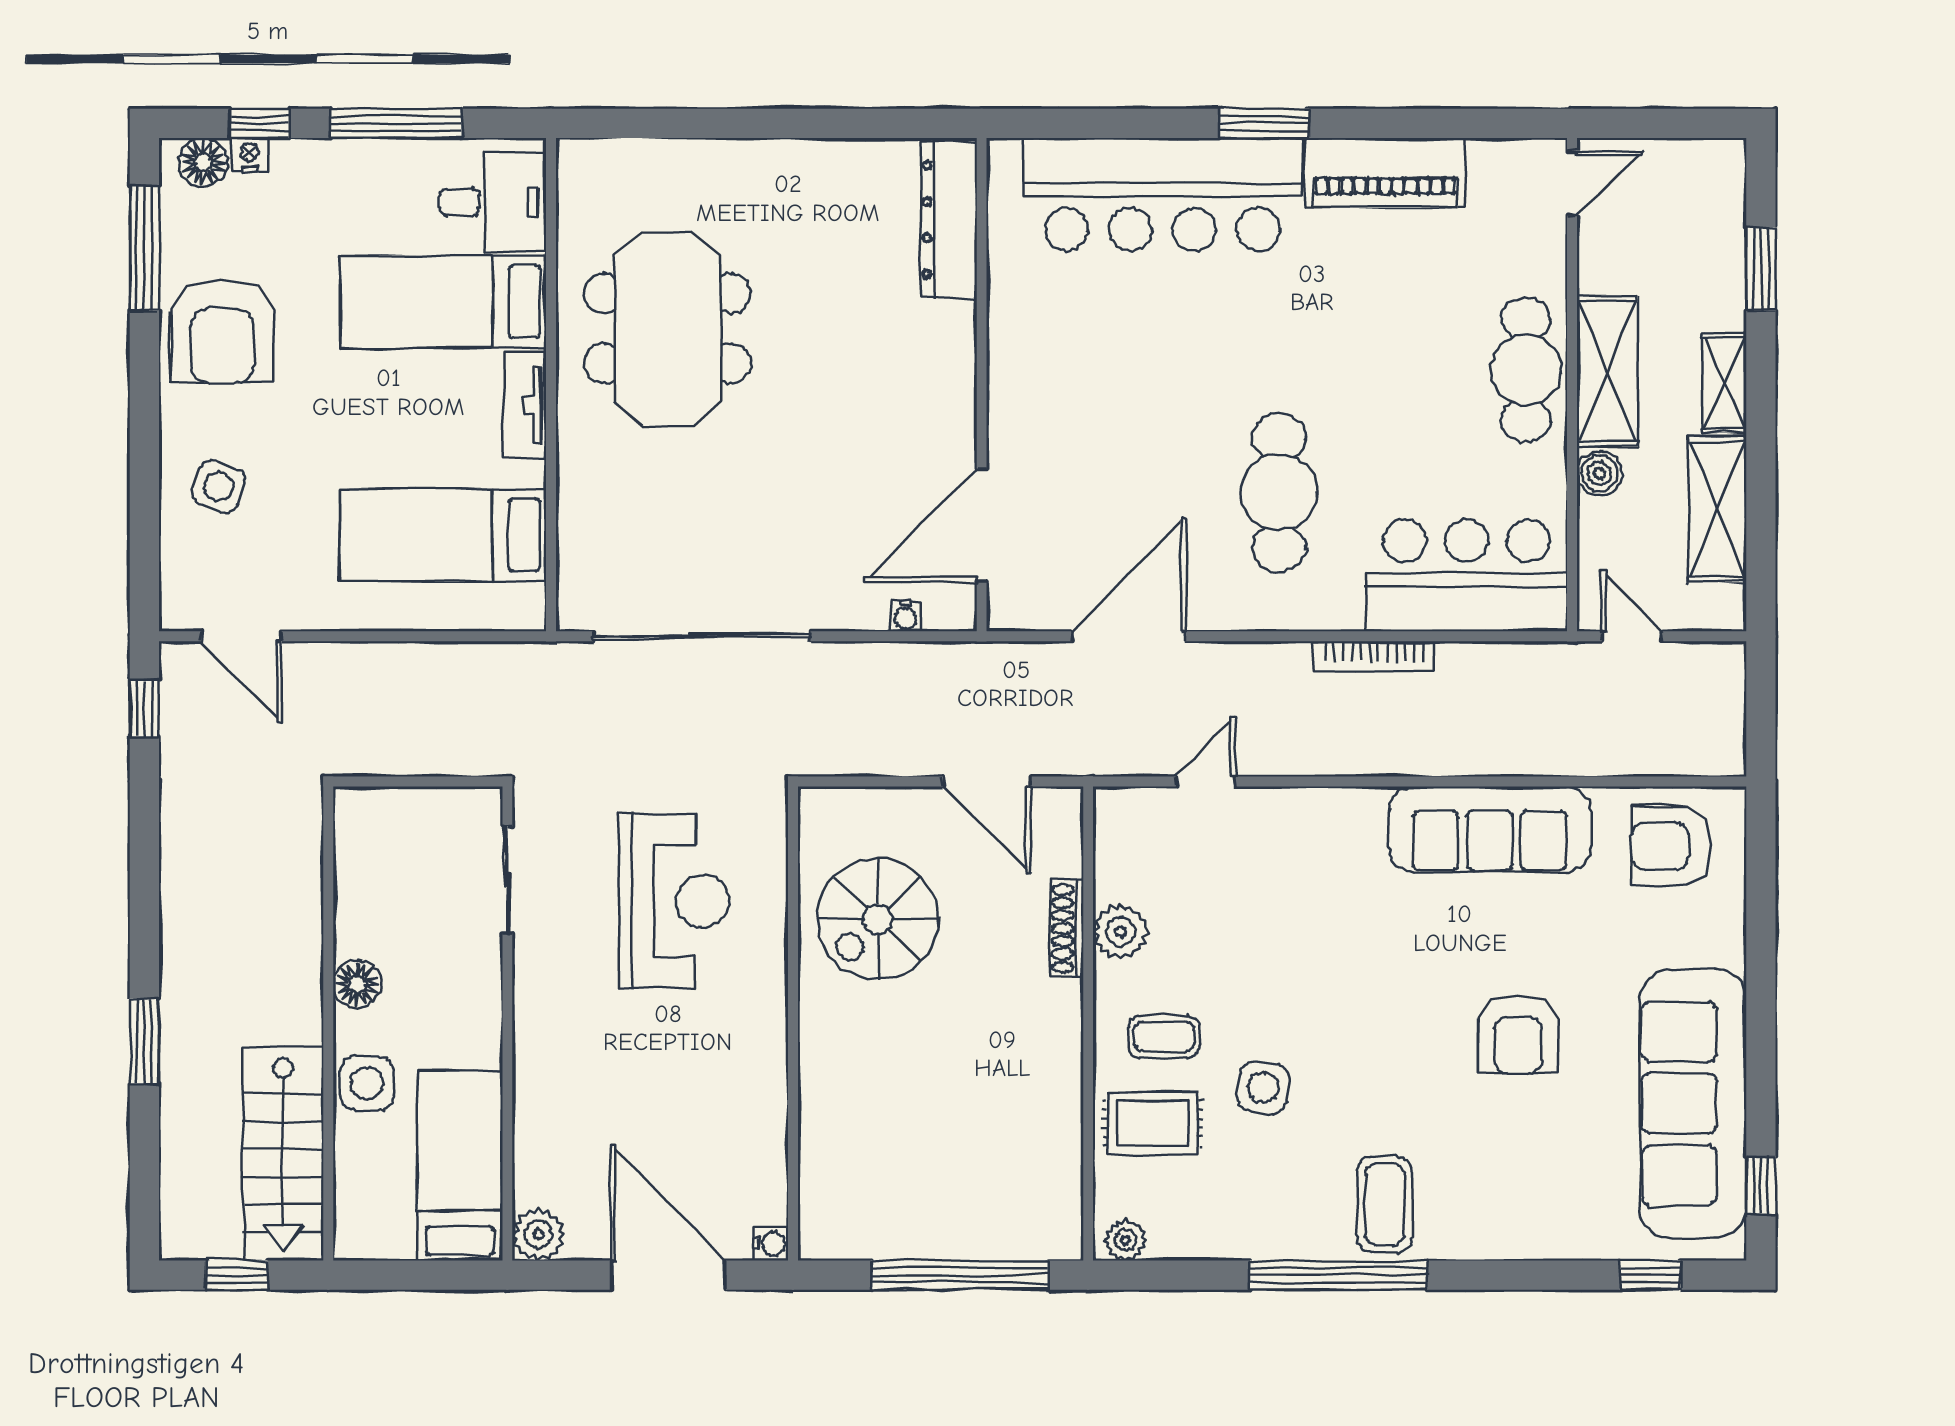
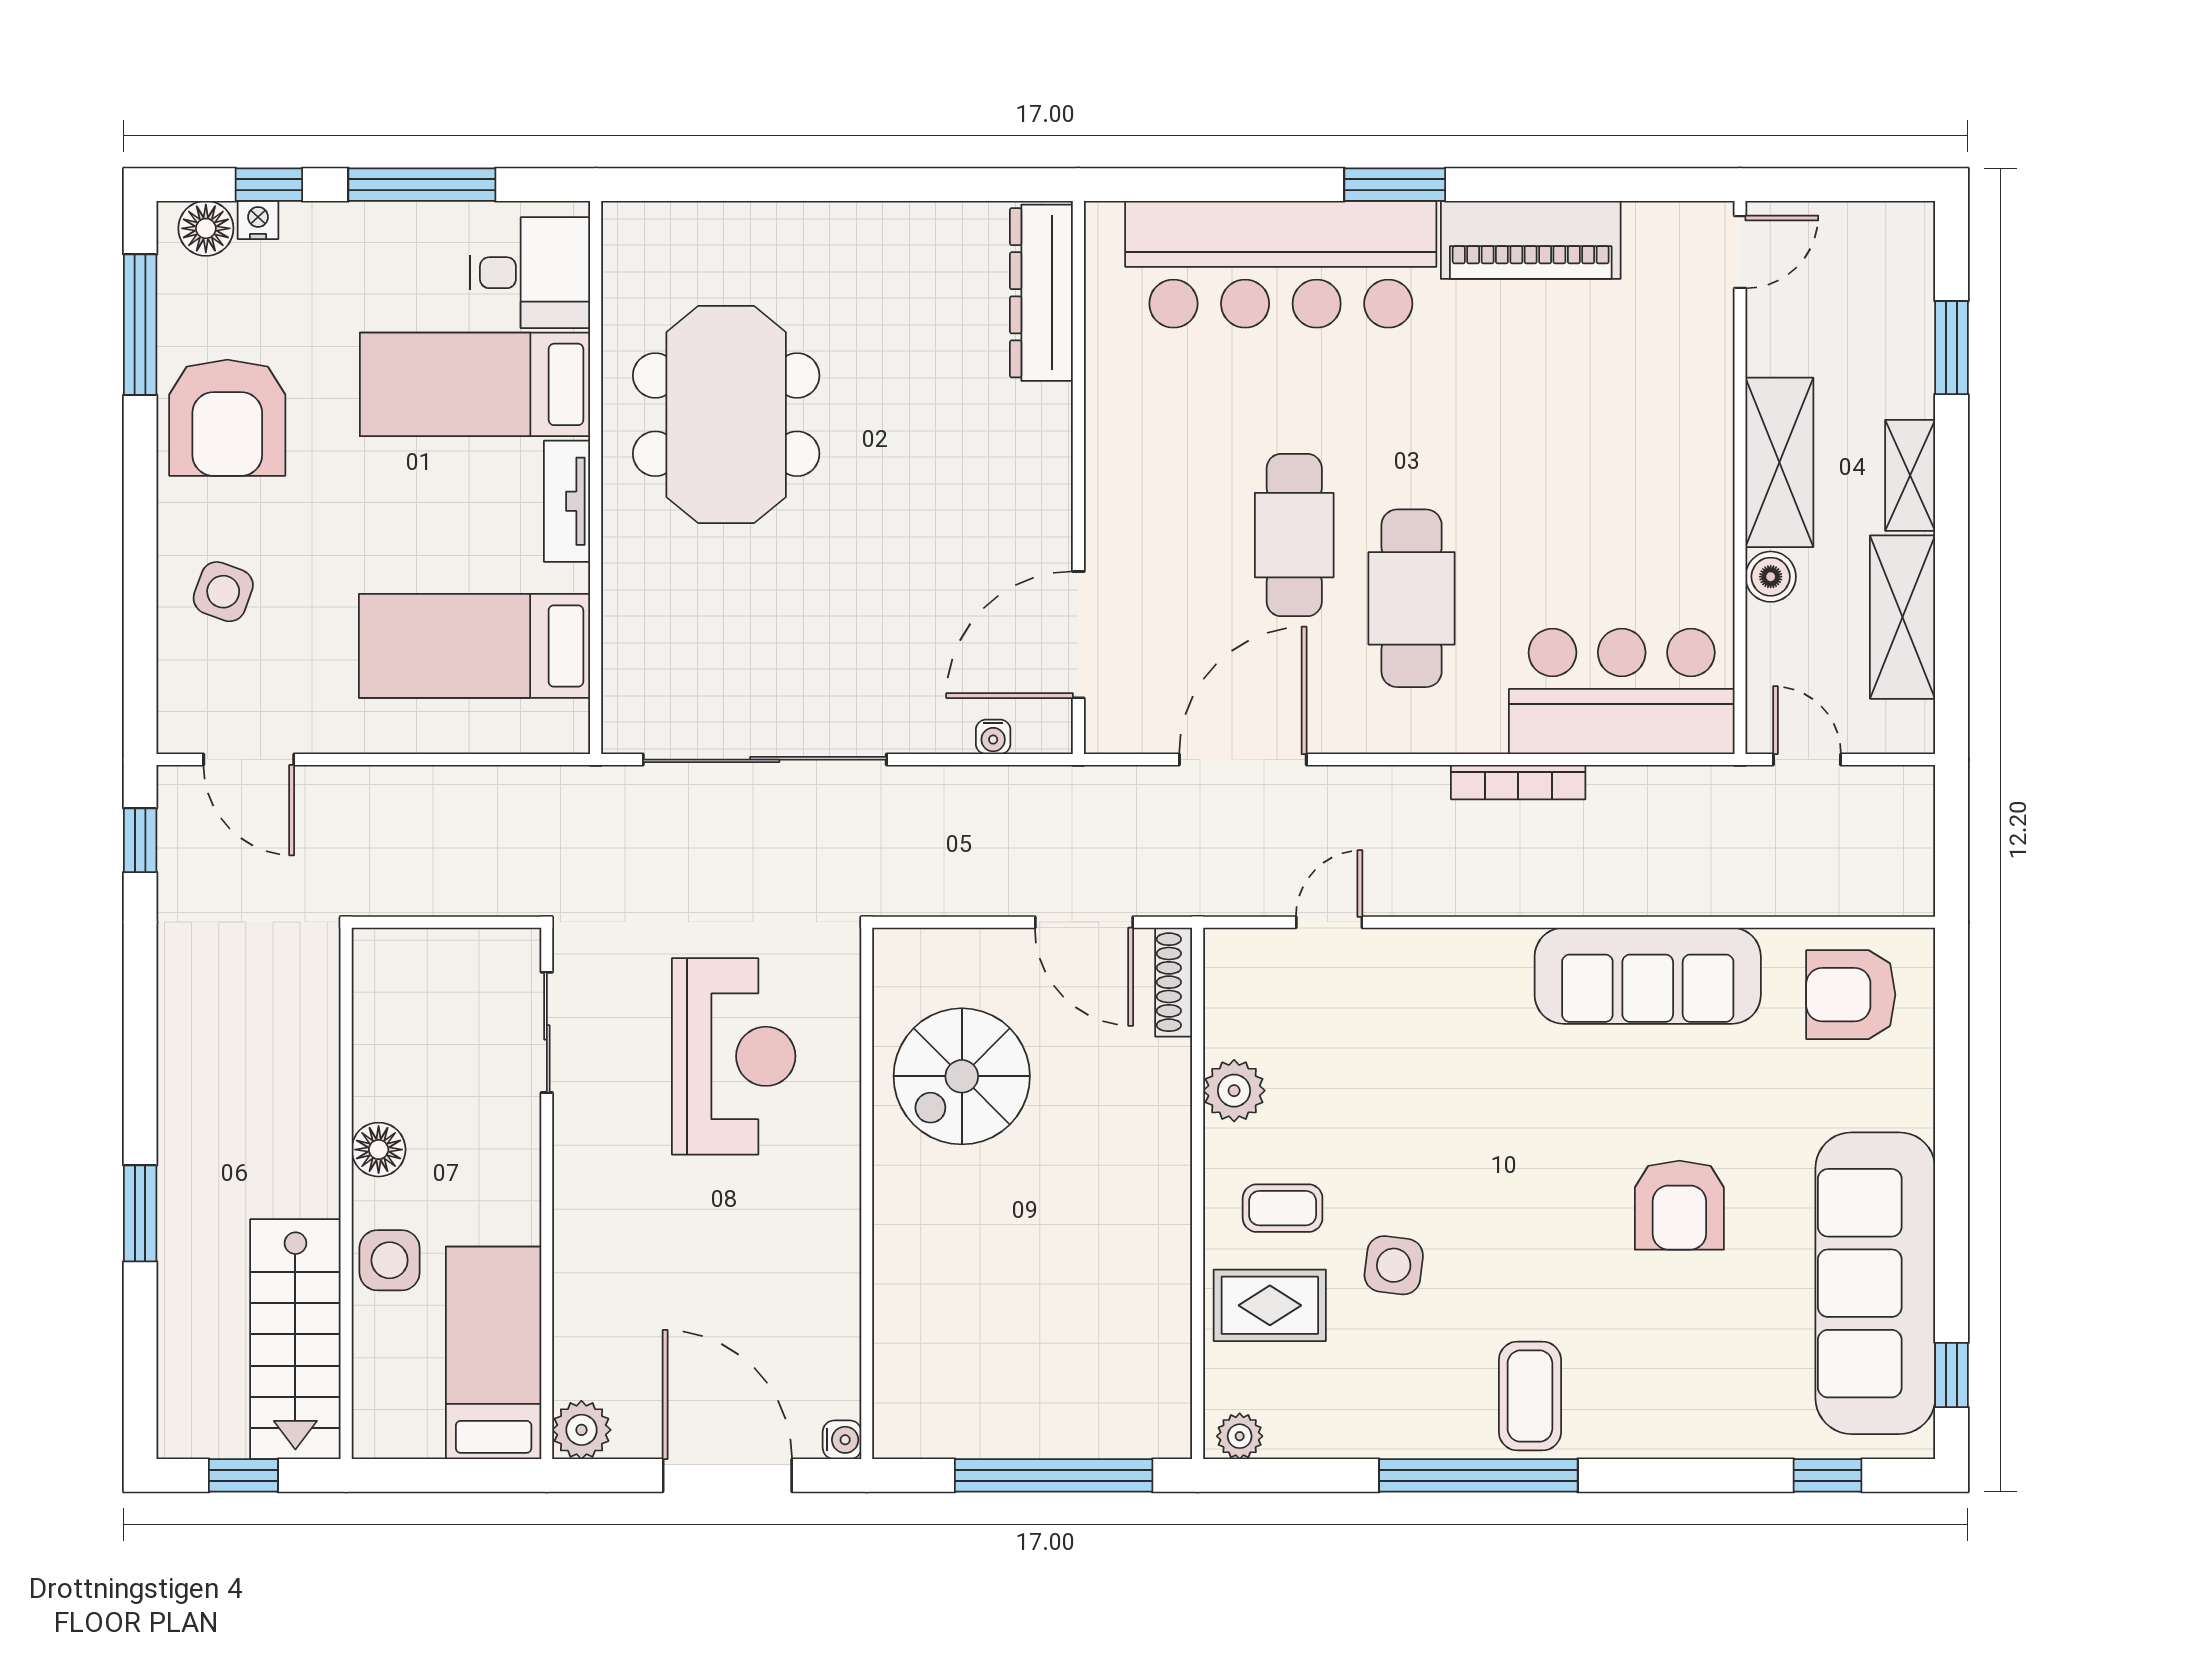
cafe table: (1526, 370) -> (1294, 535), moved
shoe rack: (1067, 928) -> (1174, 982), moved

